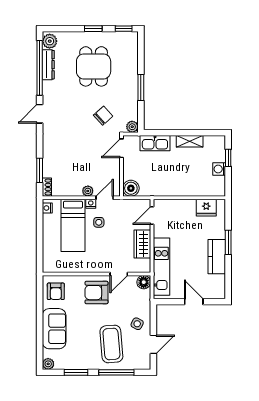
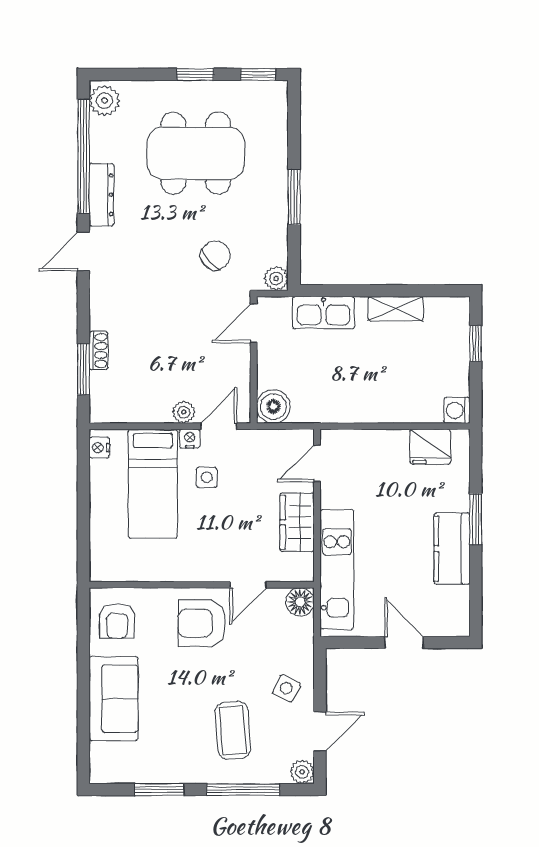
dresser: (48, 65) -> (102, 195), moved
dining table: (94, 66) -> (196, 153), width x1.38
washing machine: (219, 169) -> (457, 410), moved
shoe rack: (47, 187) -> (99, 351), moved
coffee table: (111, 344) -> (233, 730), width x0.73, depth x0.76
plant: (48, 364) -> (302, 772), moved

